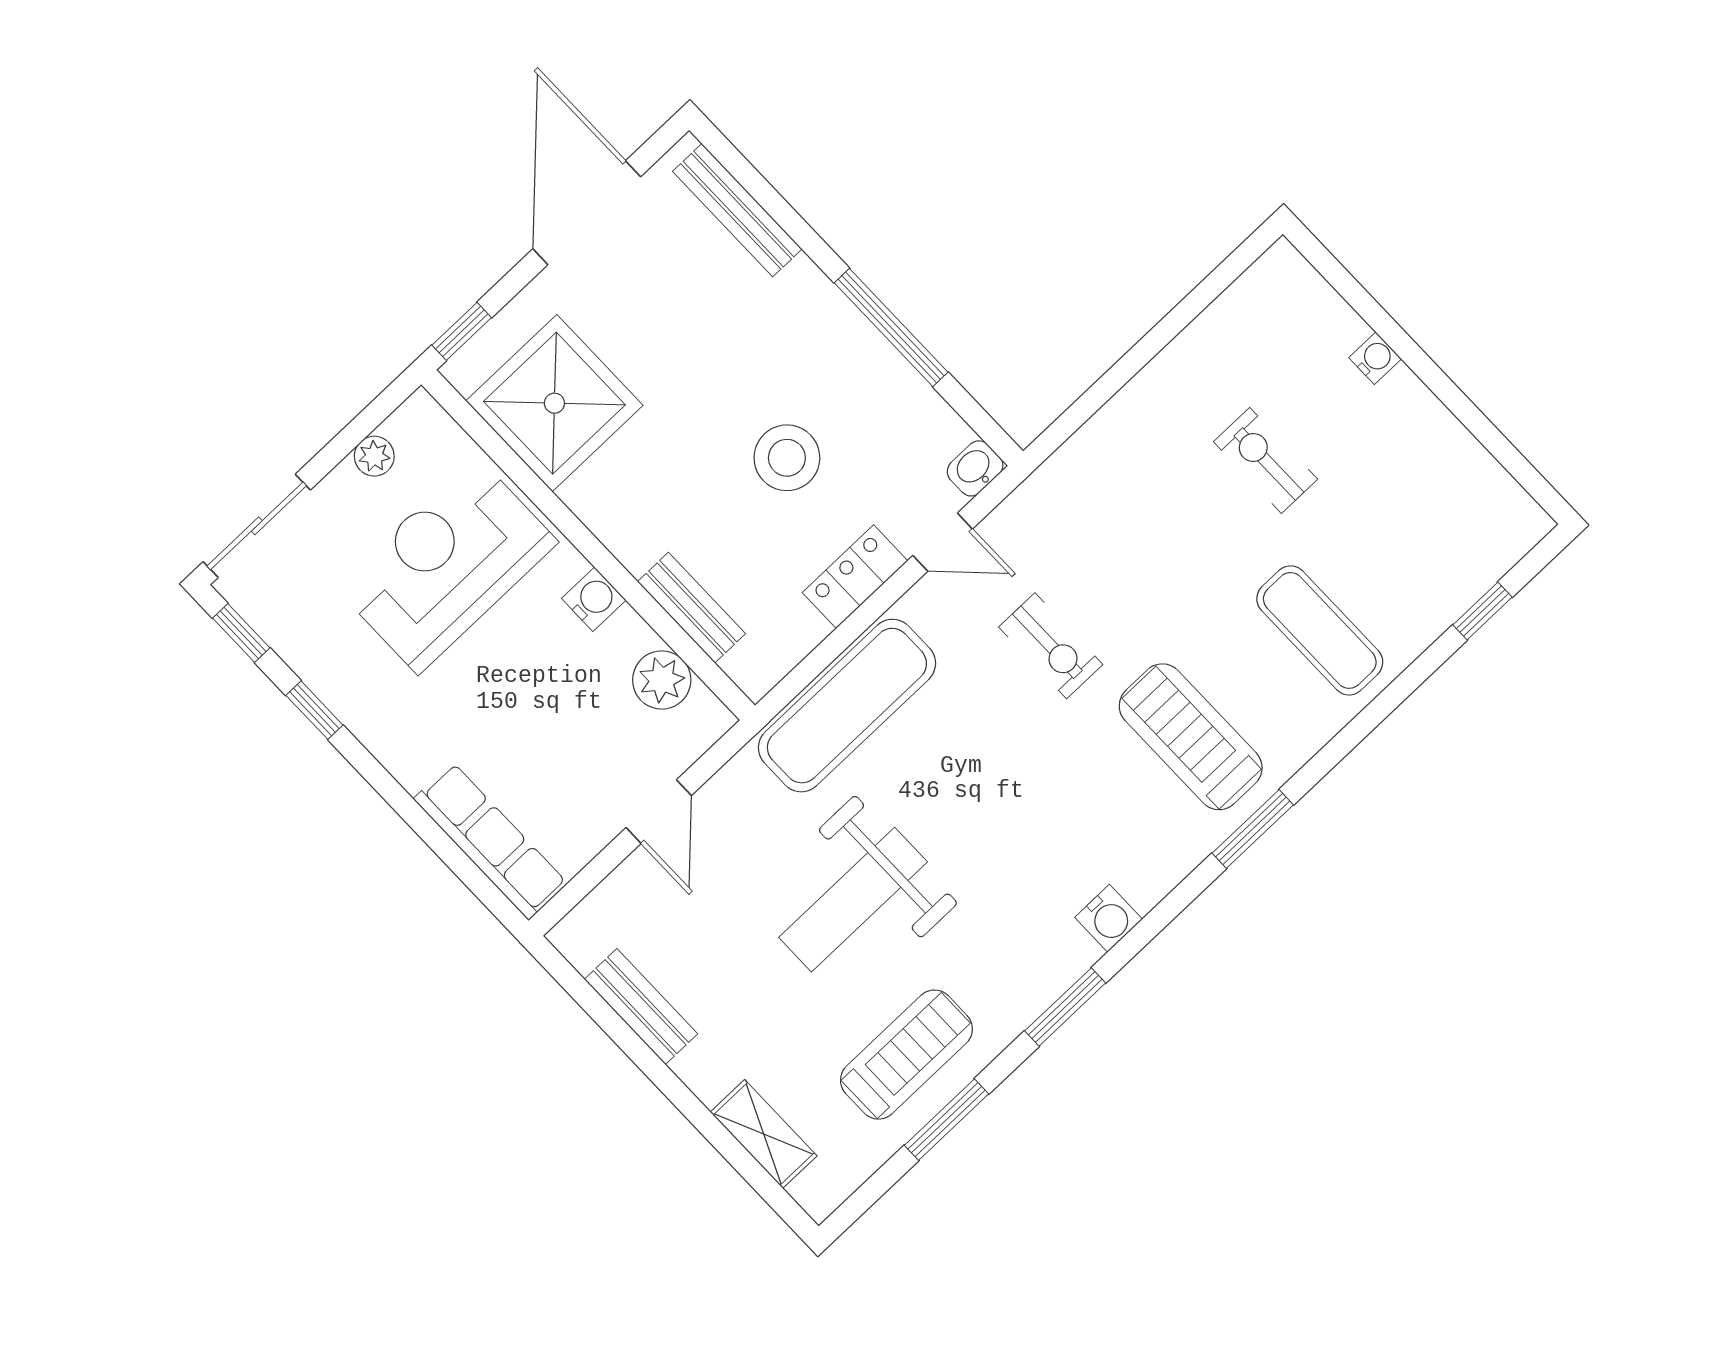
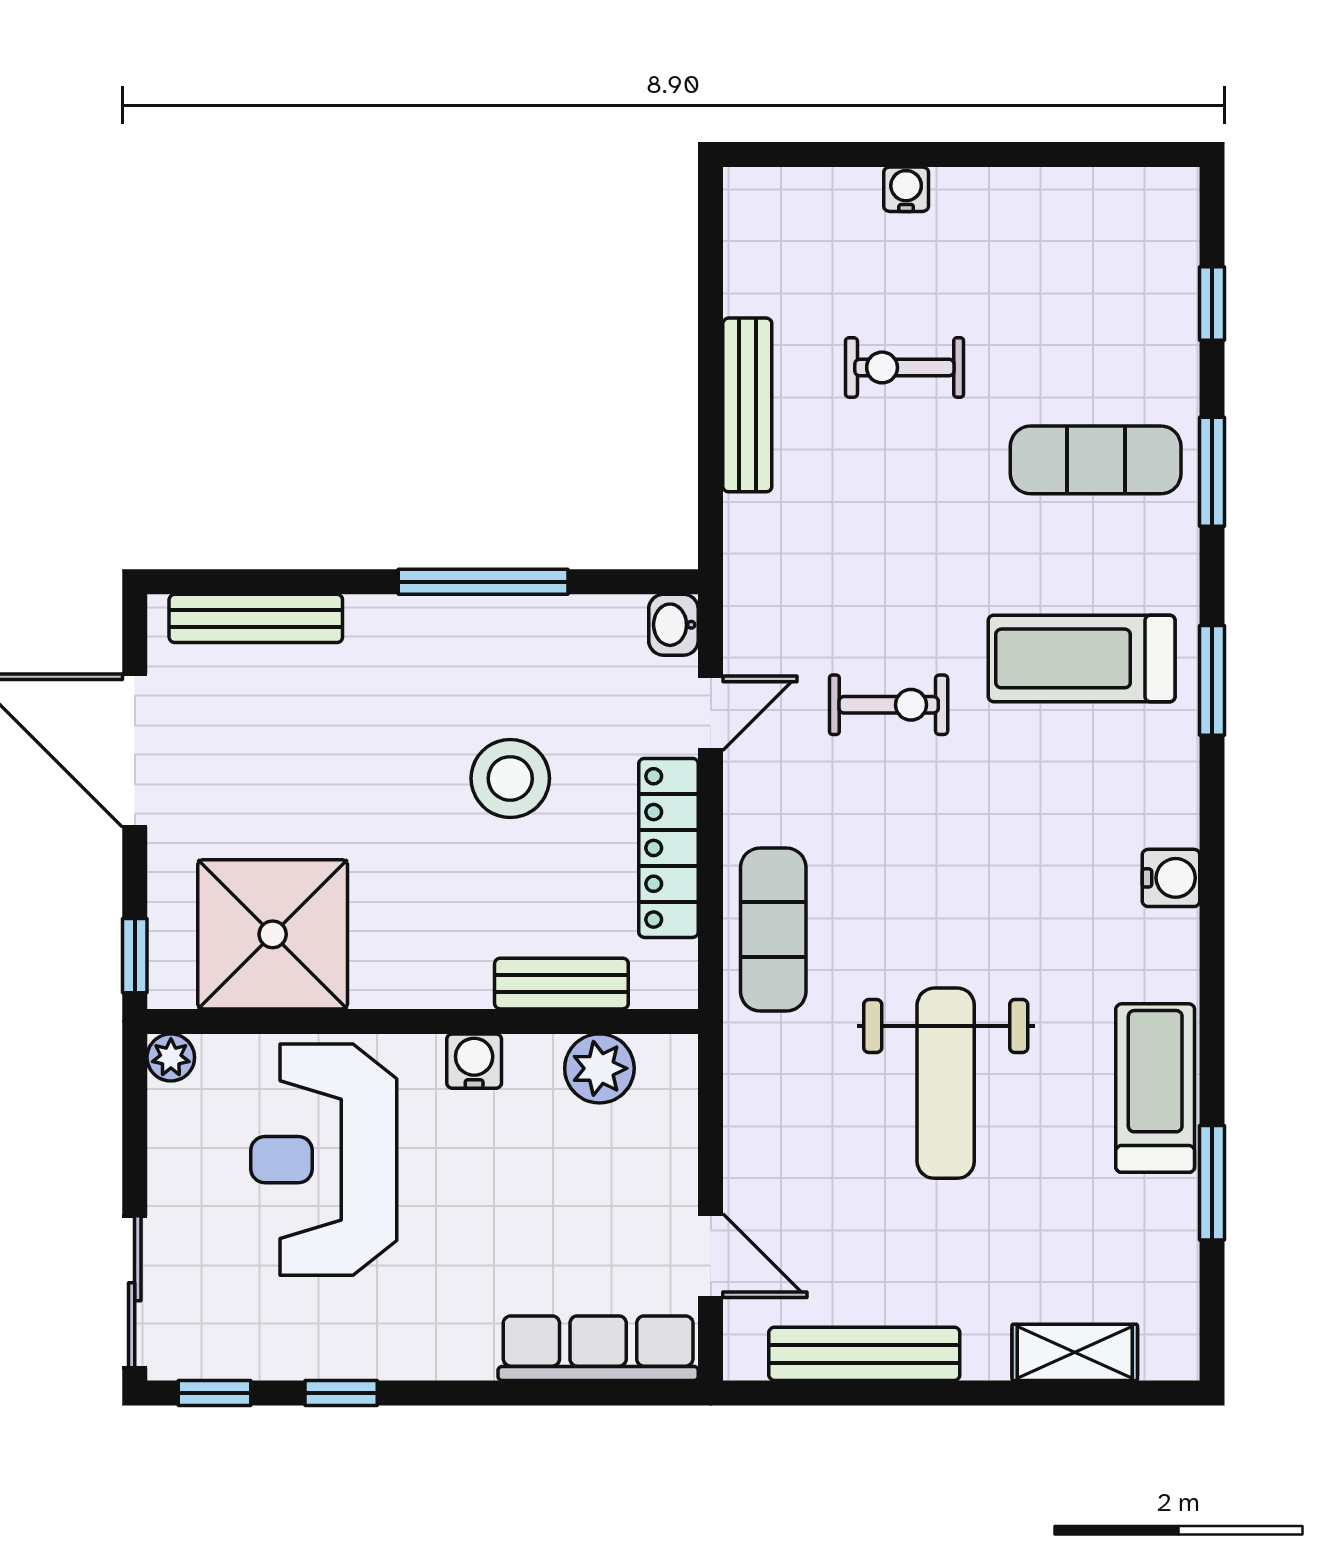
bench: (1152, 386) -> (747, 405), added
plant: (374, 456) -> (171, 1057), moved
locker: (855, 577) -> (669, 848), width x1.53
exercise mat: (847, 706) -> (773, 930), width x0.73, depth x0.69
door: (659, 812) -> (711, 1256), moved
bench: (641, 1007) -> (864, 1354), width x1.36
window: (1065, 1007) -> (1212, 472), moved
treadmill: (906, 1055) -> (1155, 1088), moved

